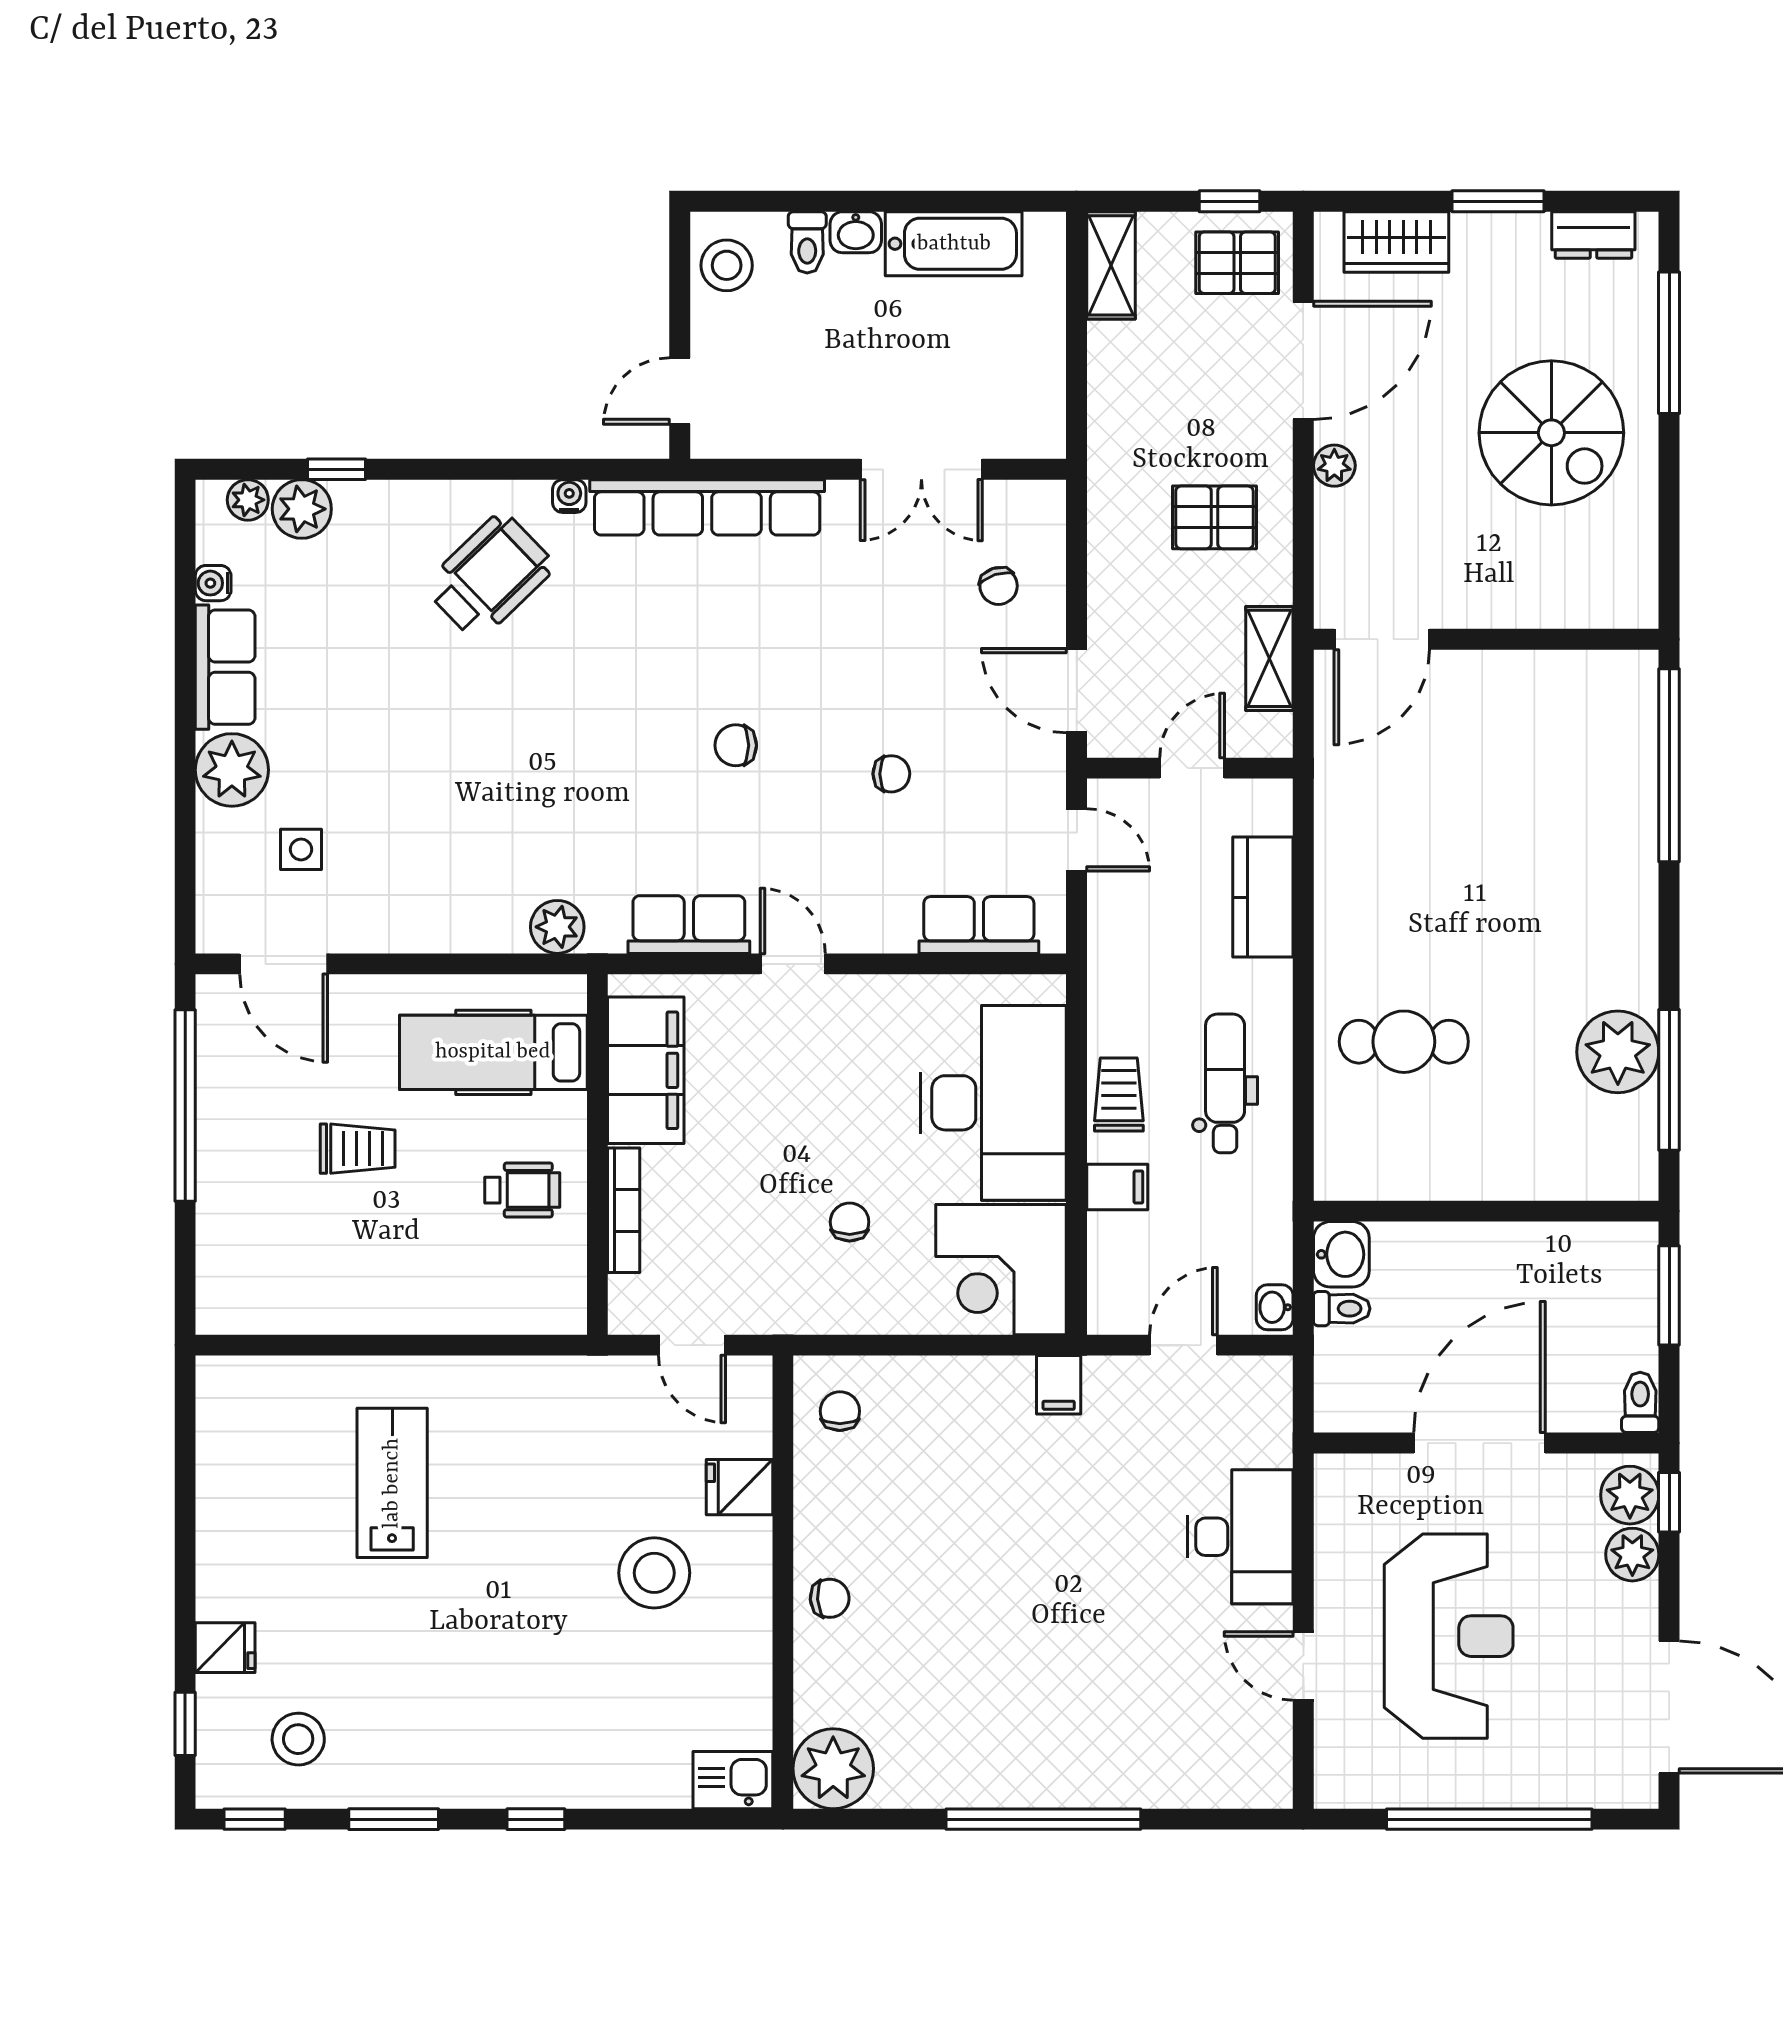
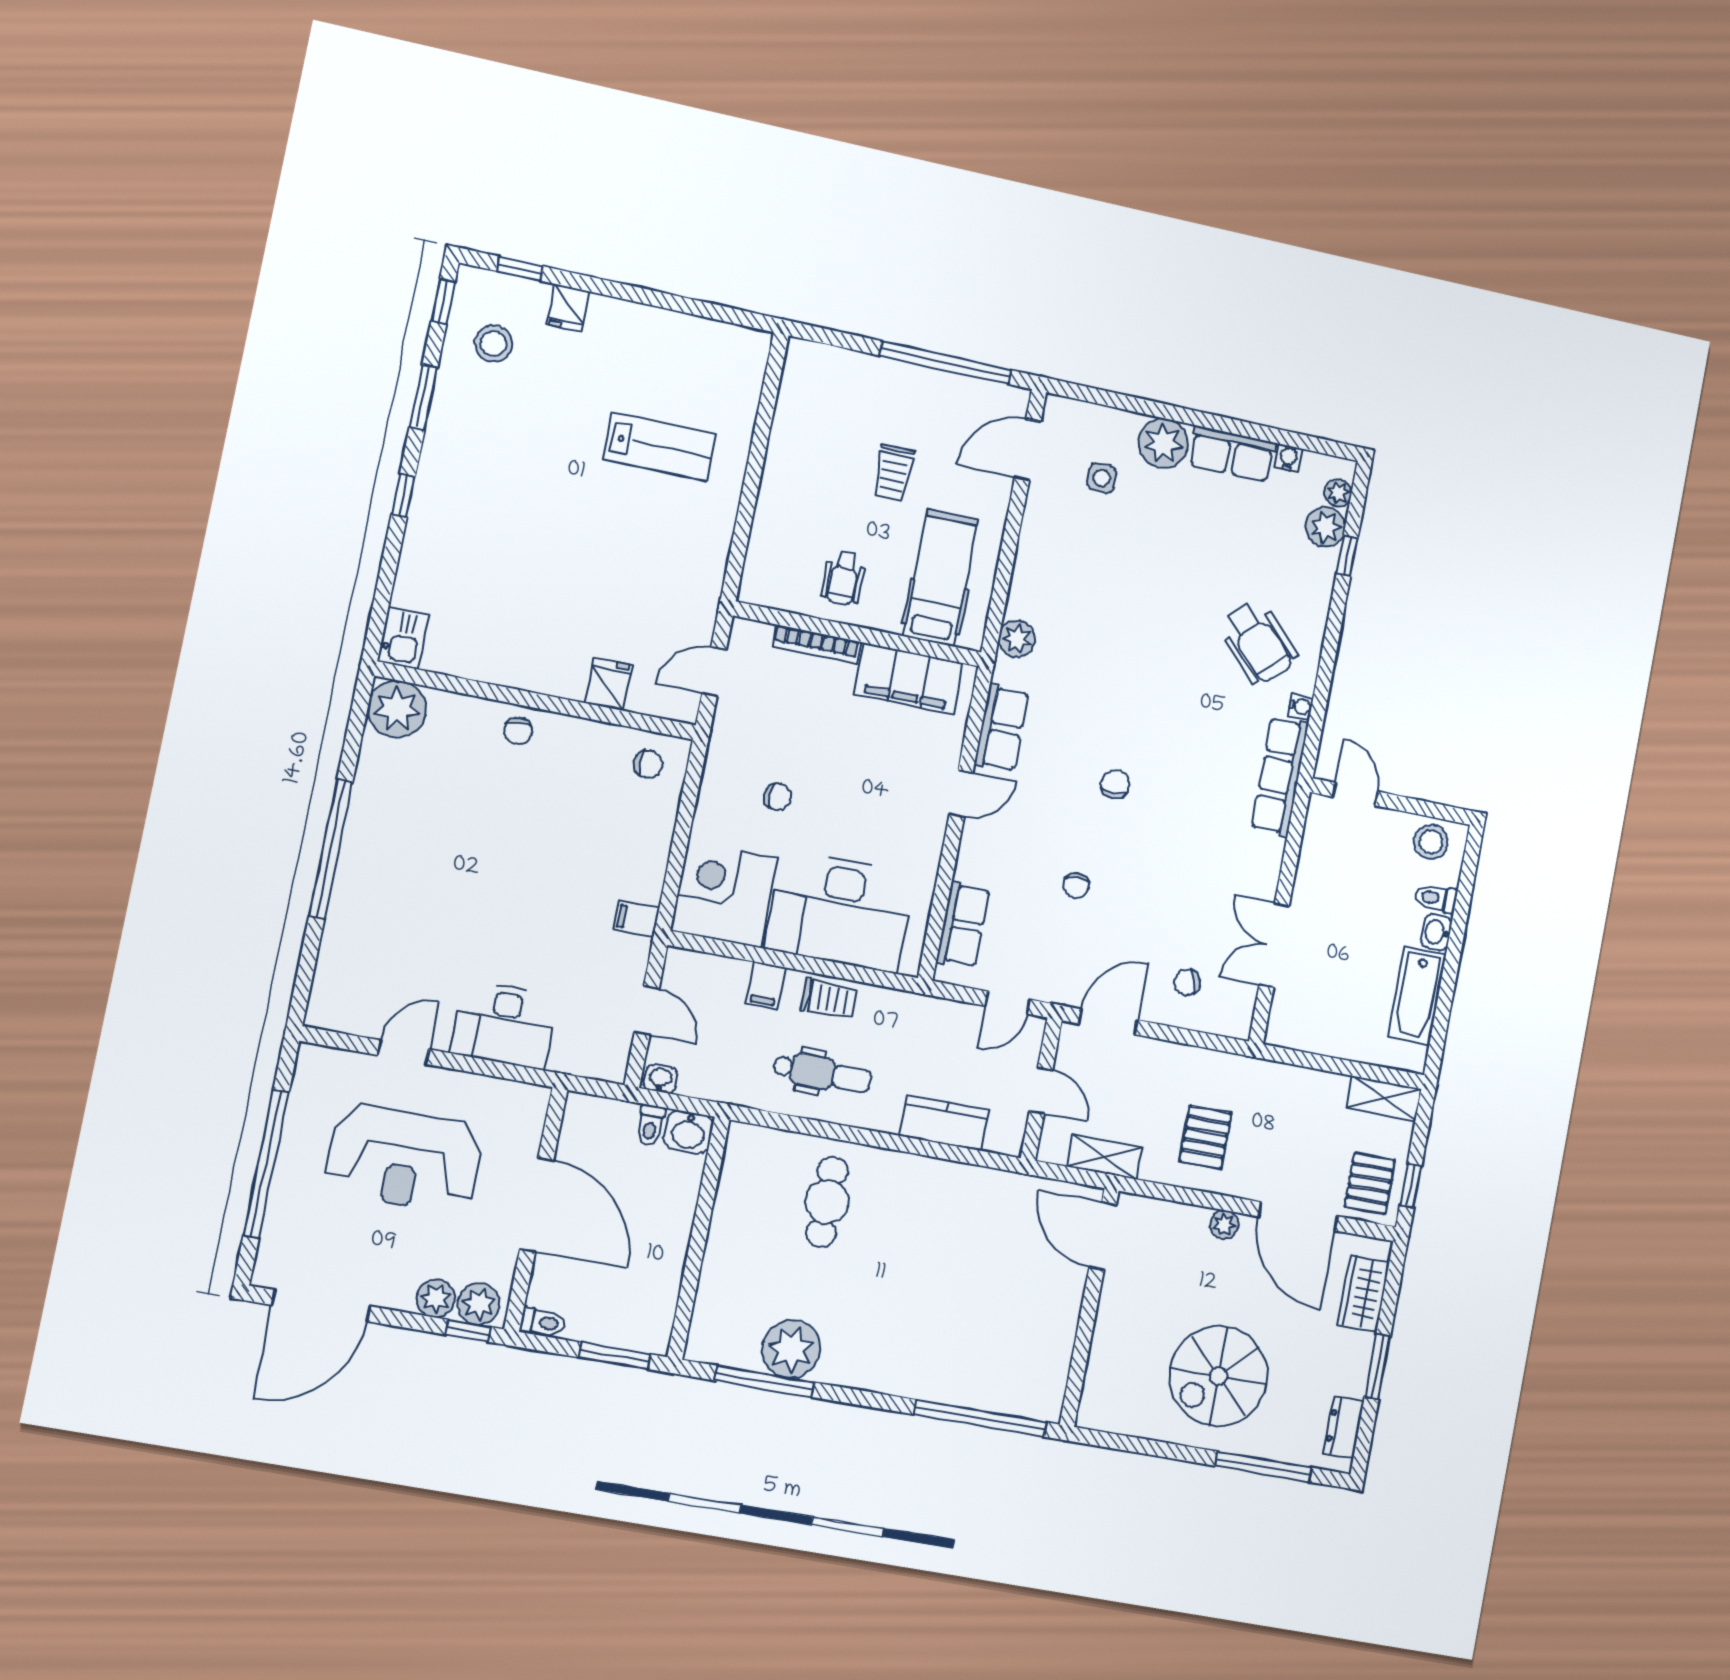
row of seats: (707, 507) -> (1280, 776), width x0.73
stool: (654, 1573) -> (561, 613), removed

